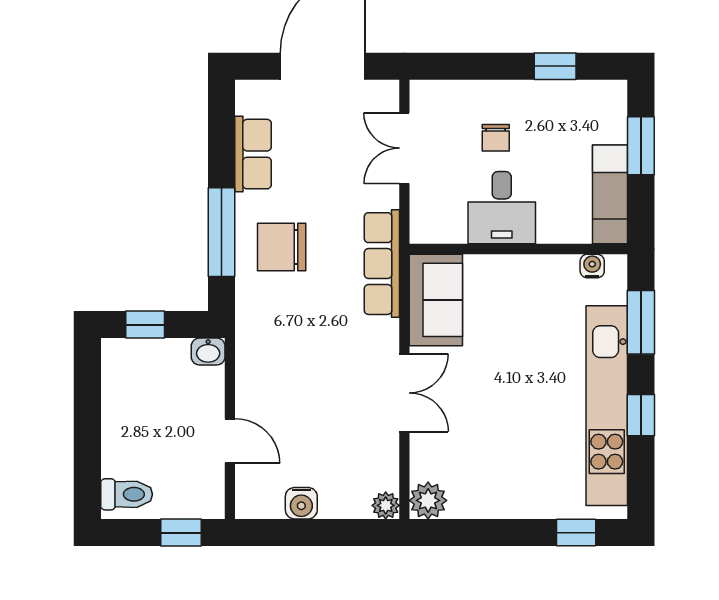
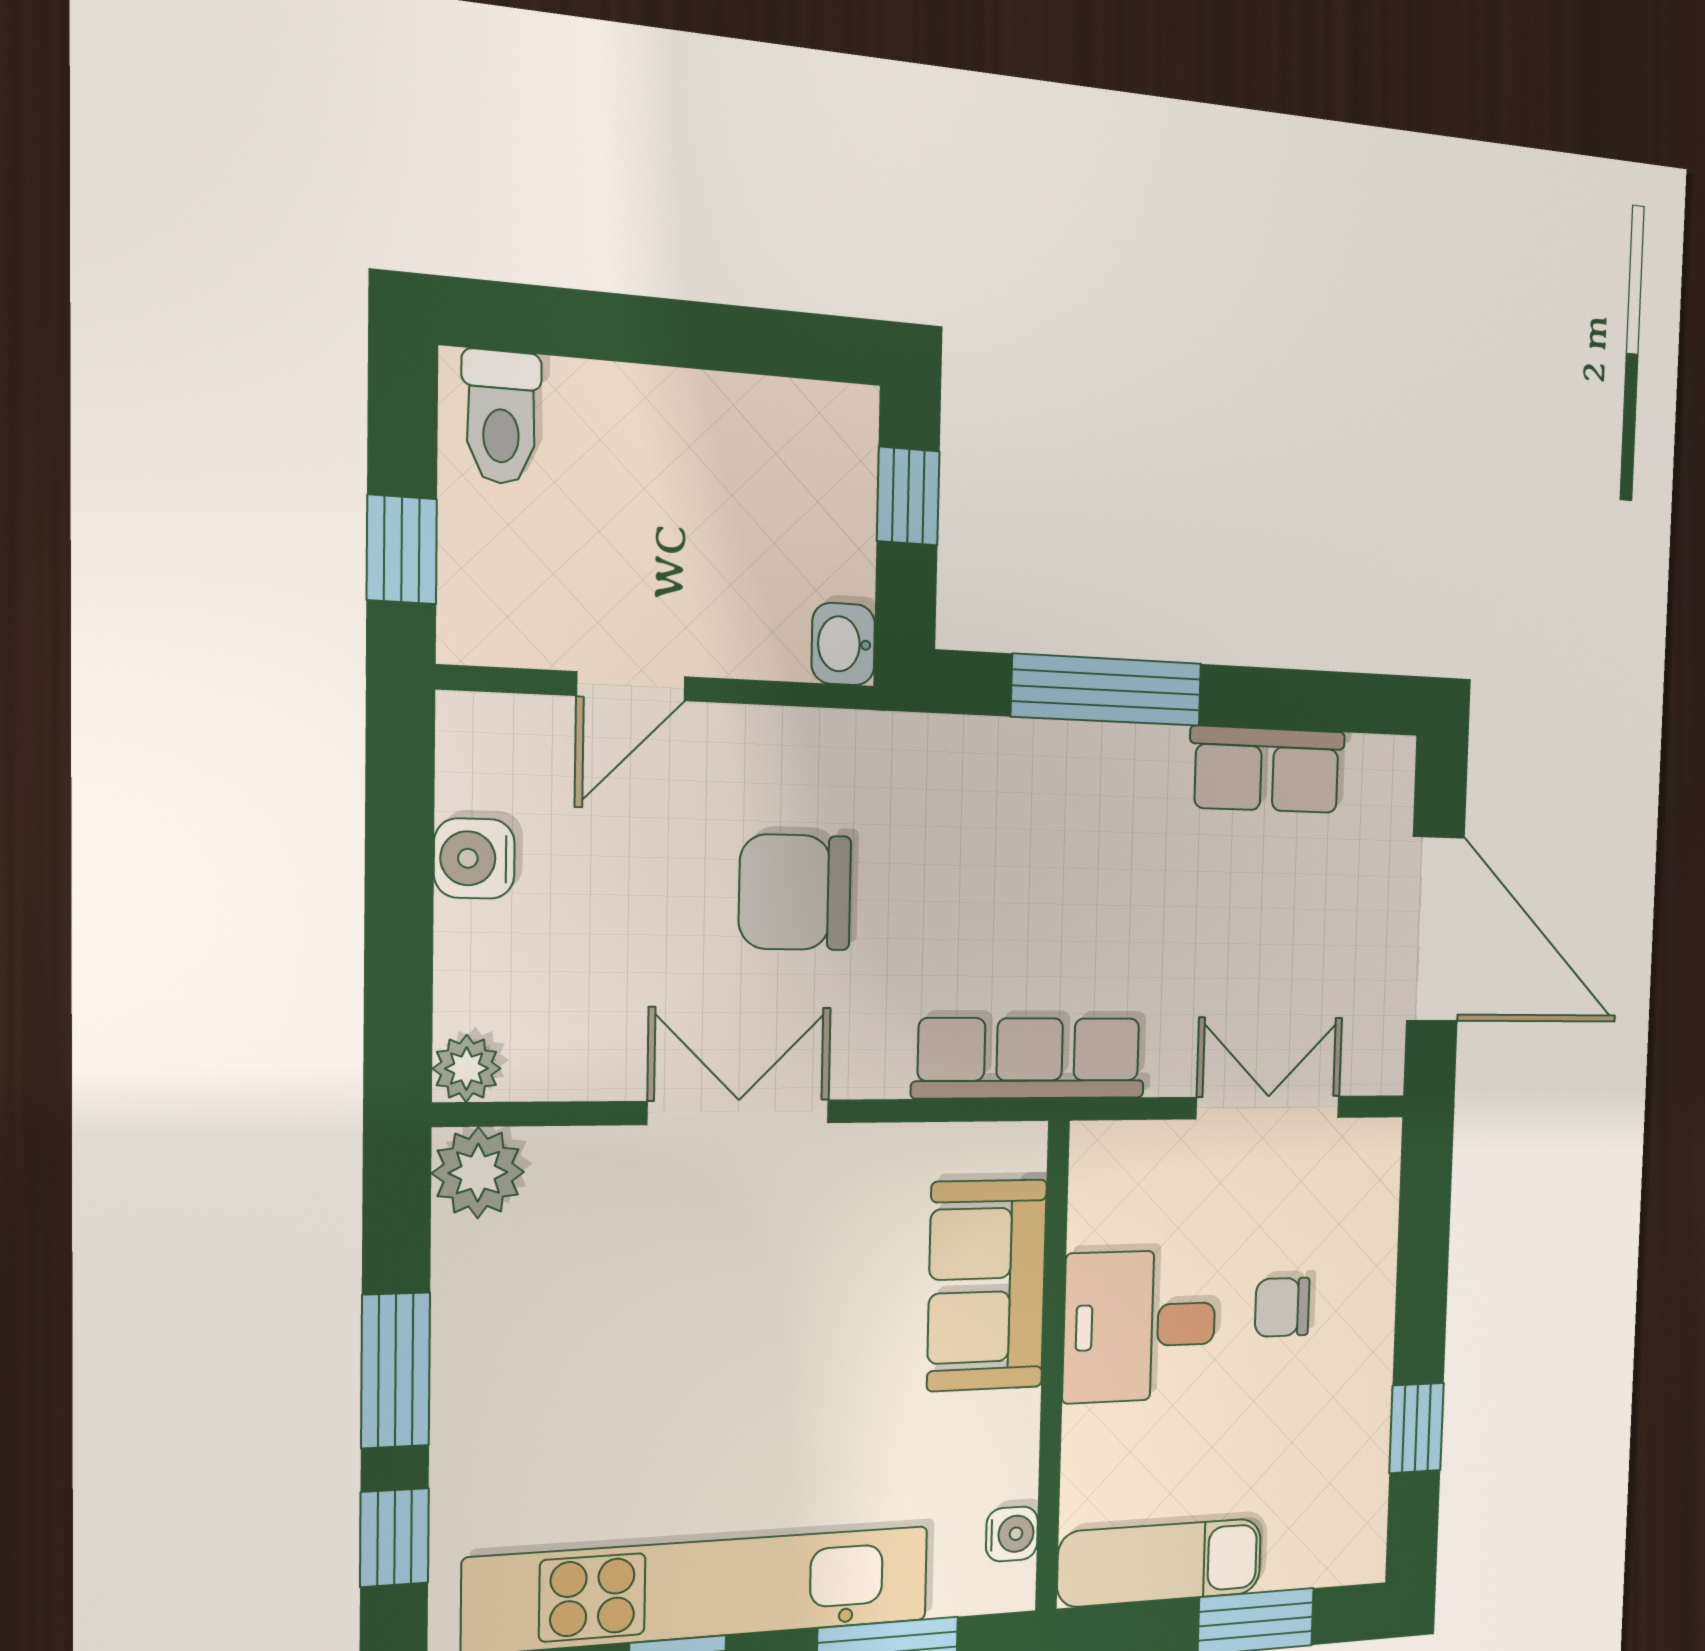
chair: (282, 247) -> (795, 892), moved, turned -90
sofa: (436, 300) -> (987, 1285), moved, turned 90
double door: (404, 393) -> (739, 1112), swing flipped
window: (508, 533) -> (396, 1370), added

